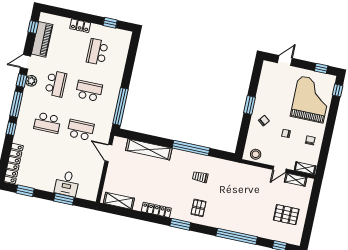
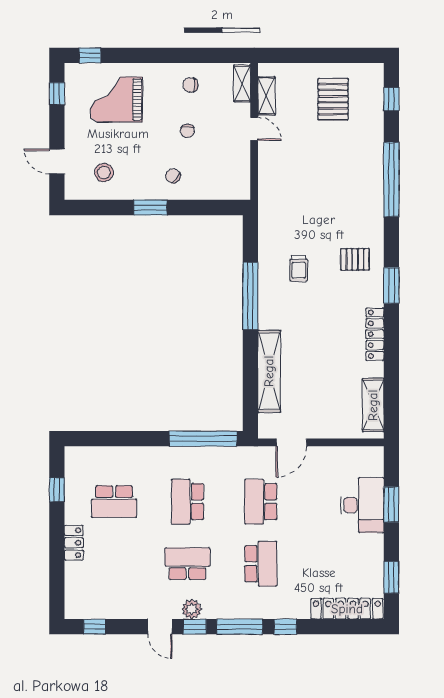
piano: (42, 39) -> (113, 606), removed
grand piano: (311, 99) -> (116, 100), width x0.73, depth x0.68
stool: (256, 154) -> (104, 173), moved
desk: (67, 183) -> (362, 505), width x1.37

